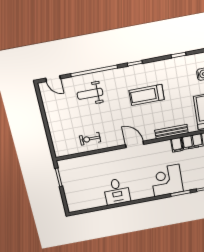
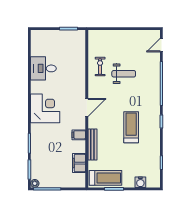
weight bench: (90, 94) -> (124, 74), moved, turned 90
filing cabinet: (177, 145) -> (79, 135), moved
corner desk: (167, 180) -> (45, 108), moved
desk: (117, 192) -> (43, 68), moved

